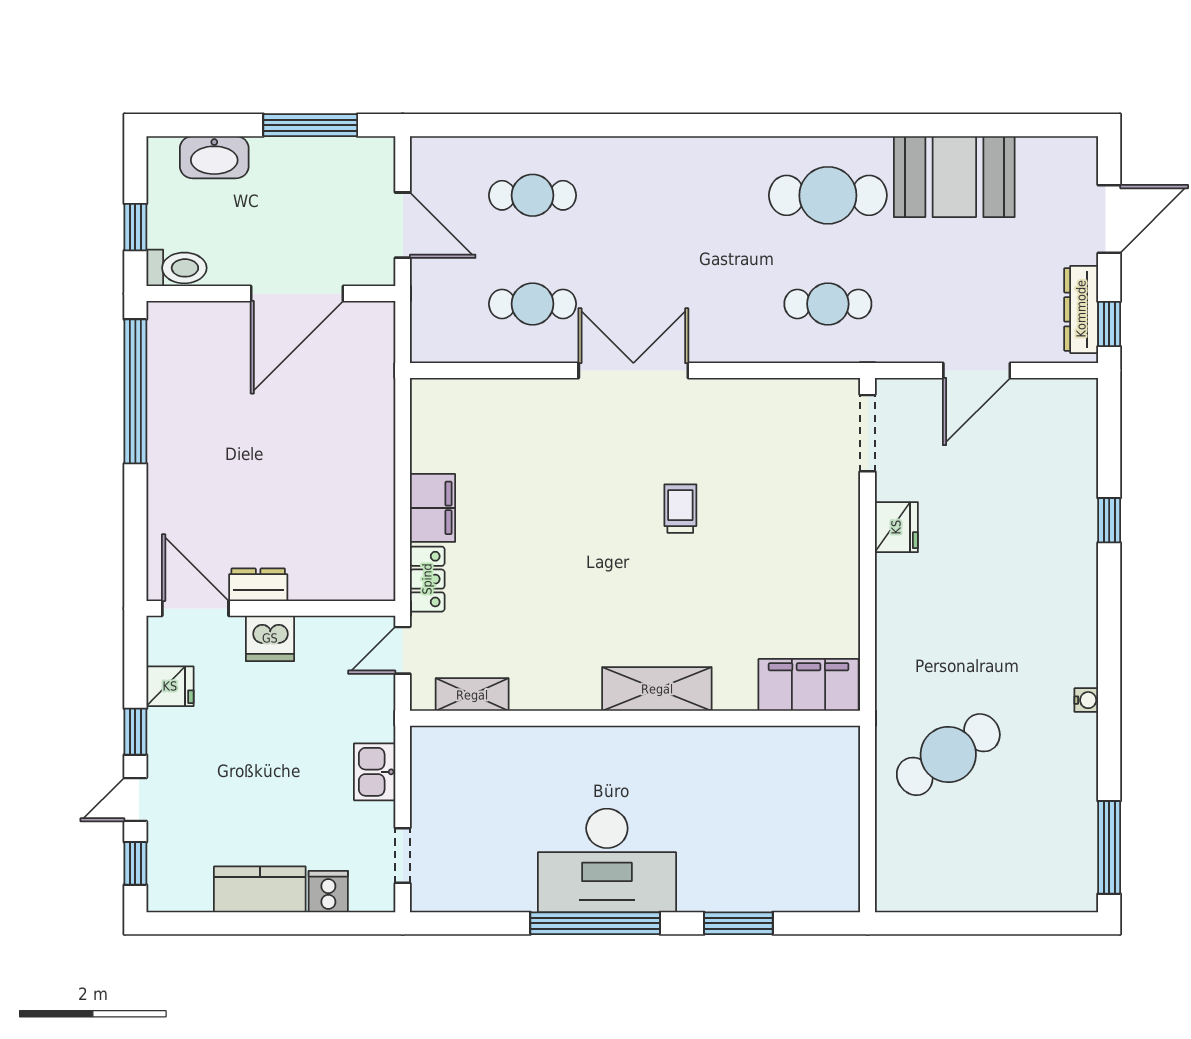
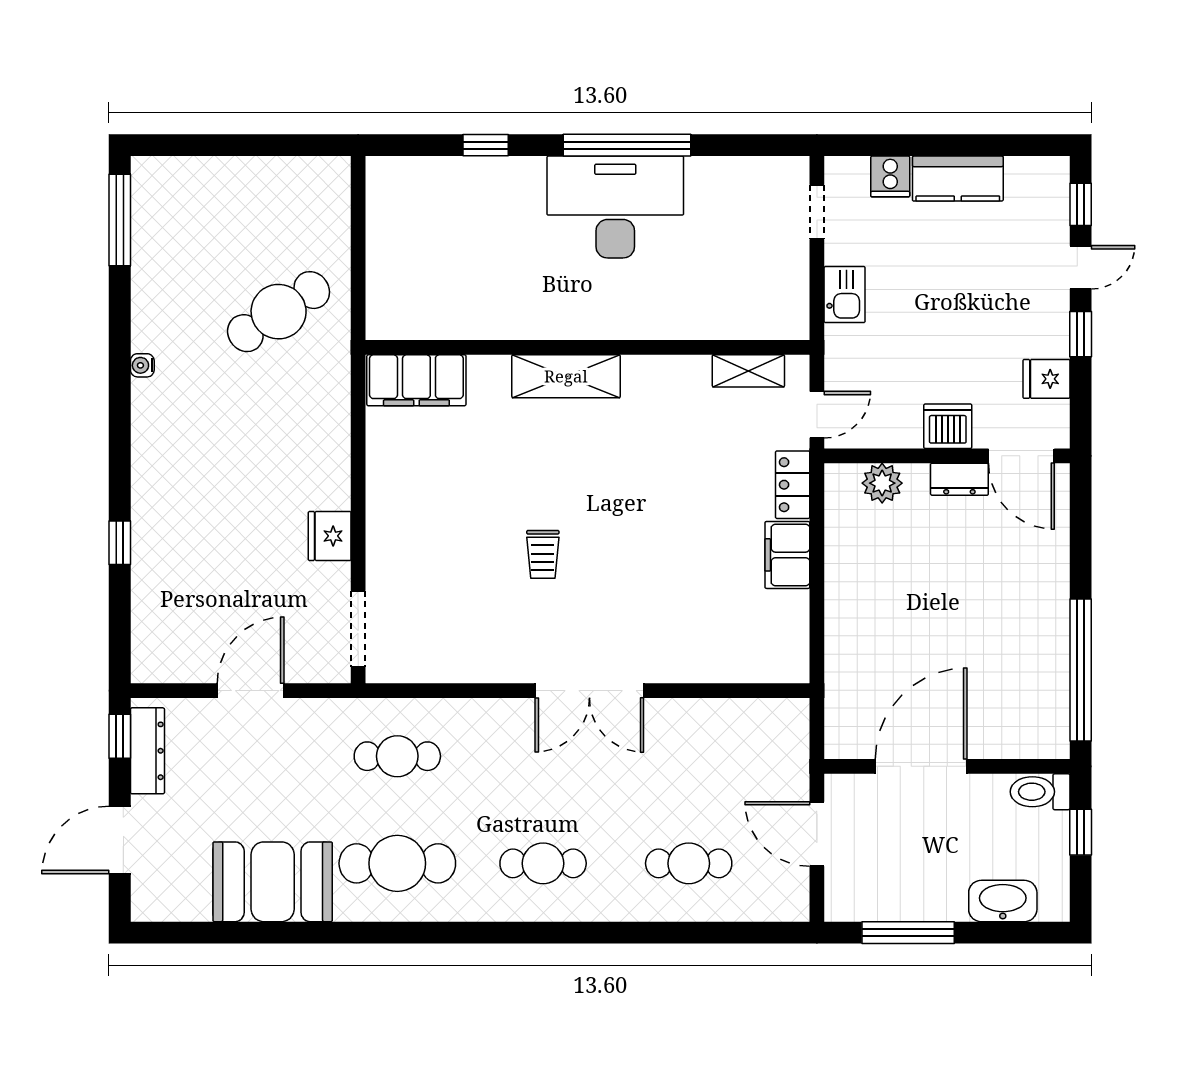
cafe table: (533, 304) -> (543, 863), moved
plant: (336, 581) -> (882, 483), added
window: (738, 923) -> (486, 145), width x0.67

